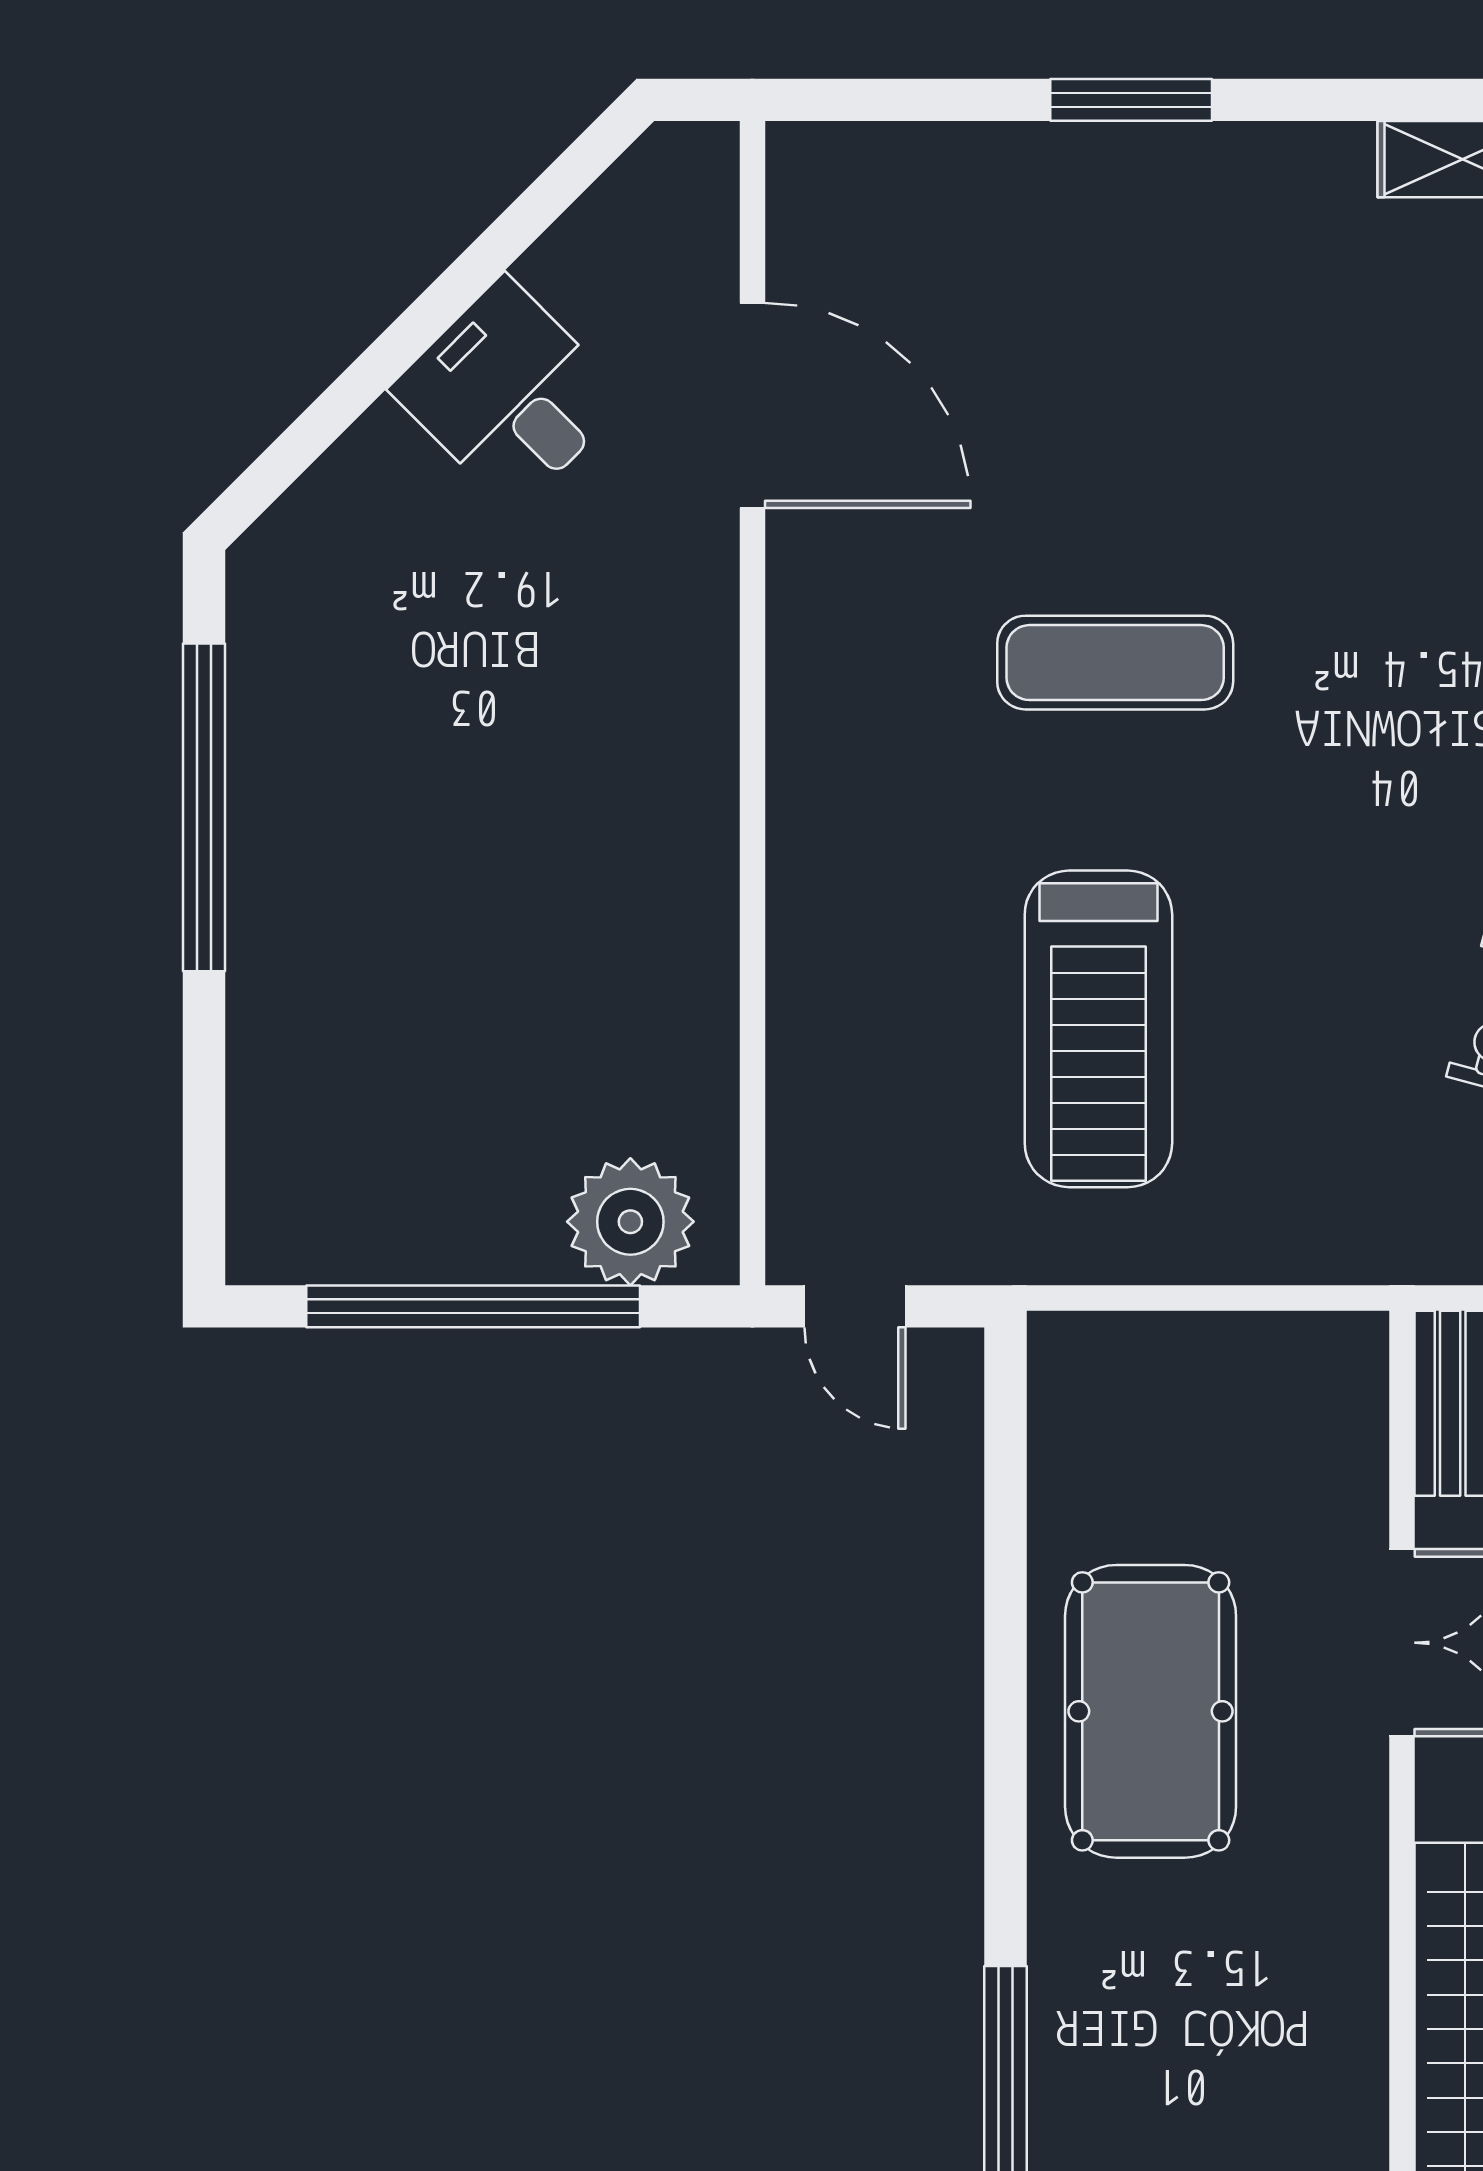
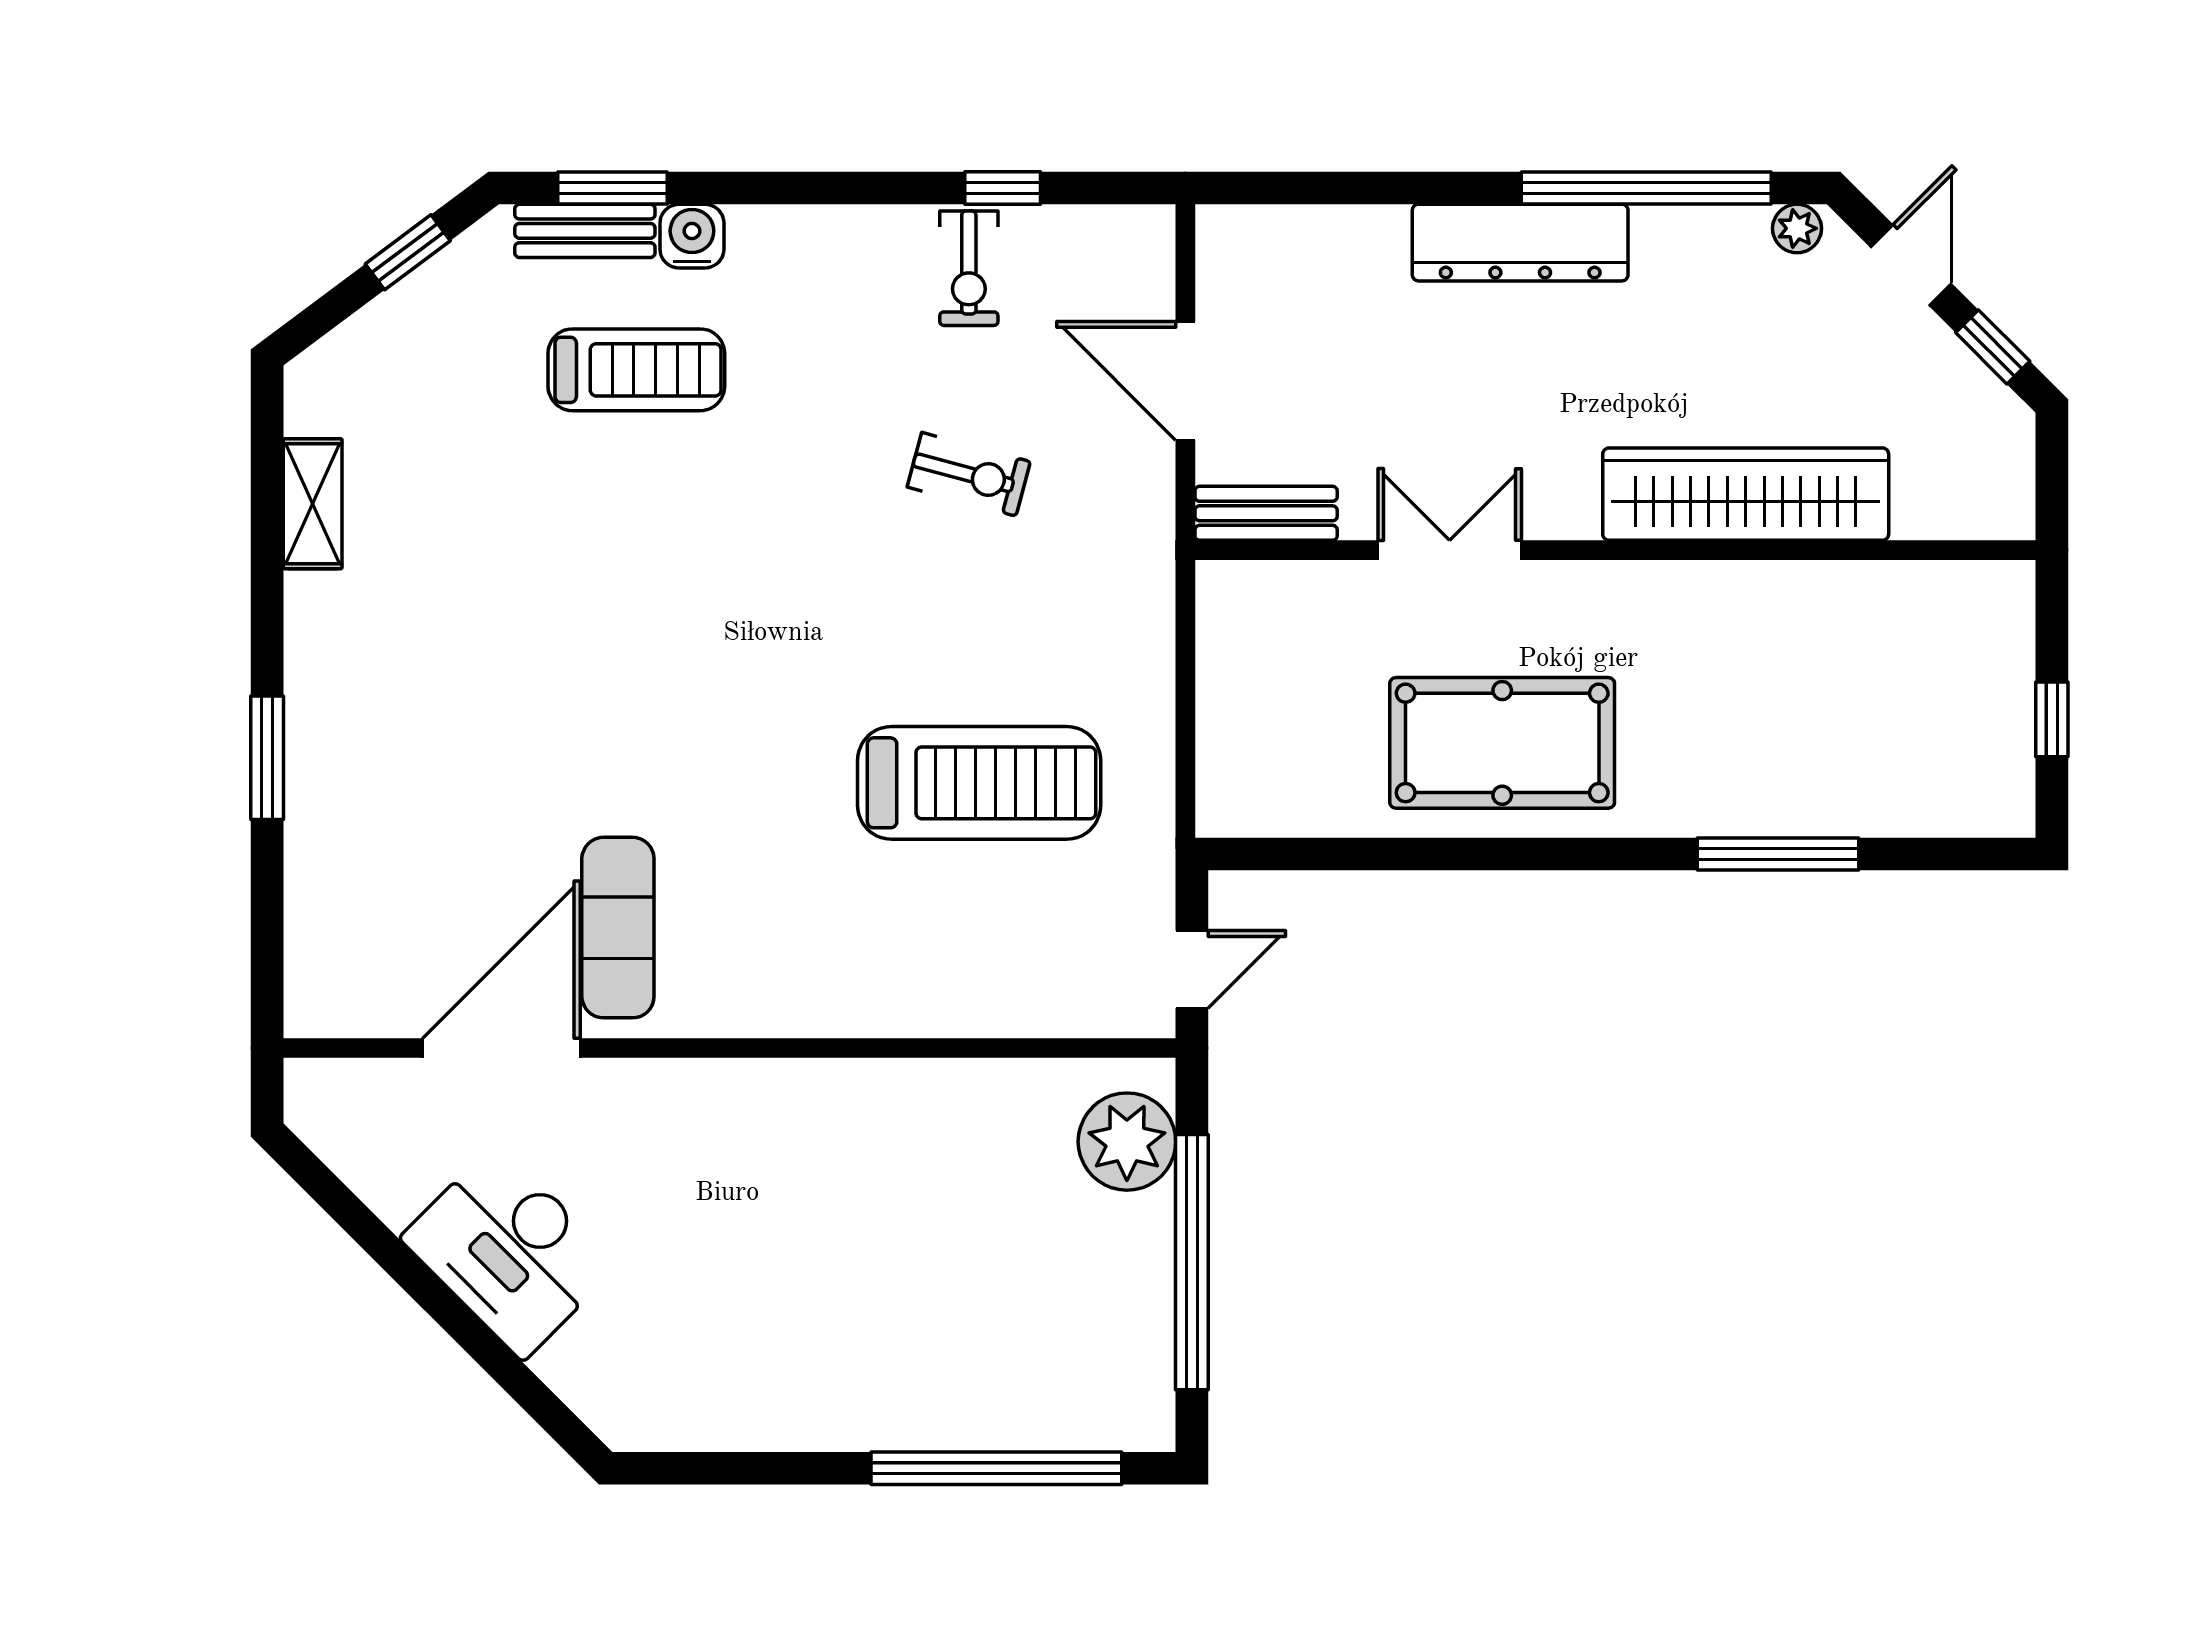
desk: (509, 394) -> (510, 1251), width x1.37
exercise mat: (1115, 663) -> (618, 928), moved
window: (204, 807) -> (996, 1468), moved

